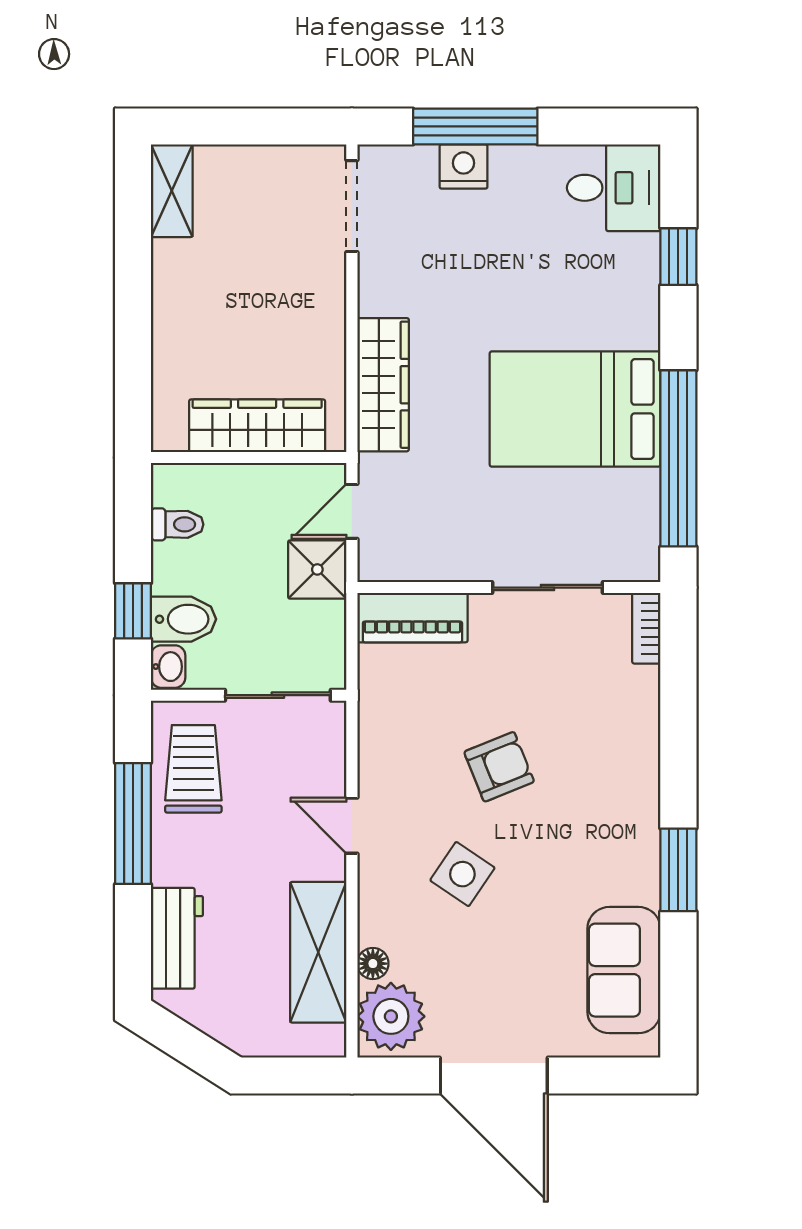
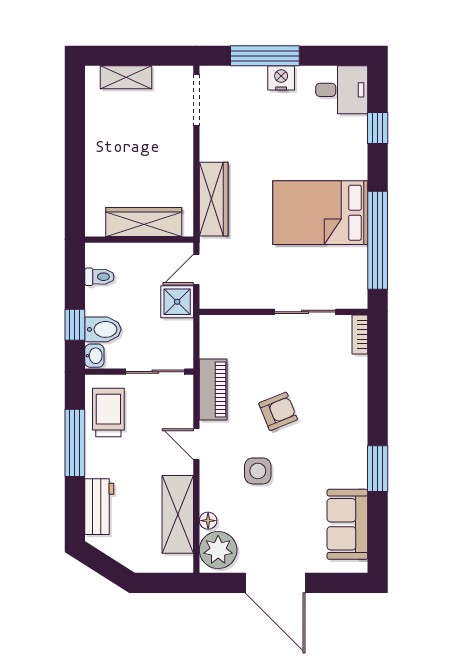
nightstand: (464, 166) -> (281, 78), moved
shelving: (172, 191) -> (126, 77), moved, turned 90
piano: (412, 618) -> (213, 390), moved, turned -90
side table: (462, 874) -> (258, 471), turned -34

